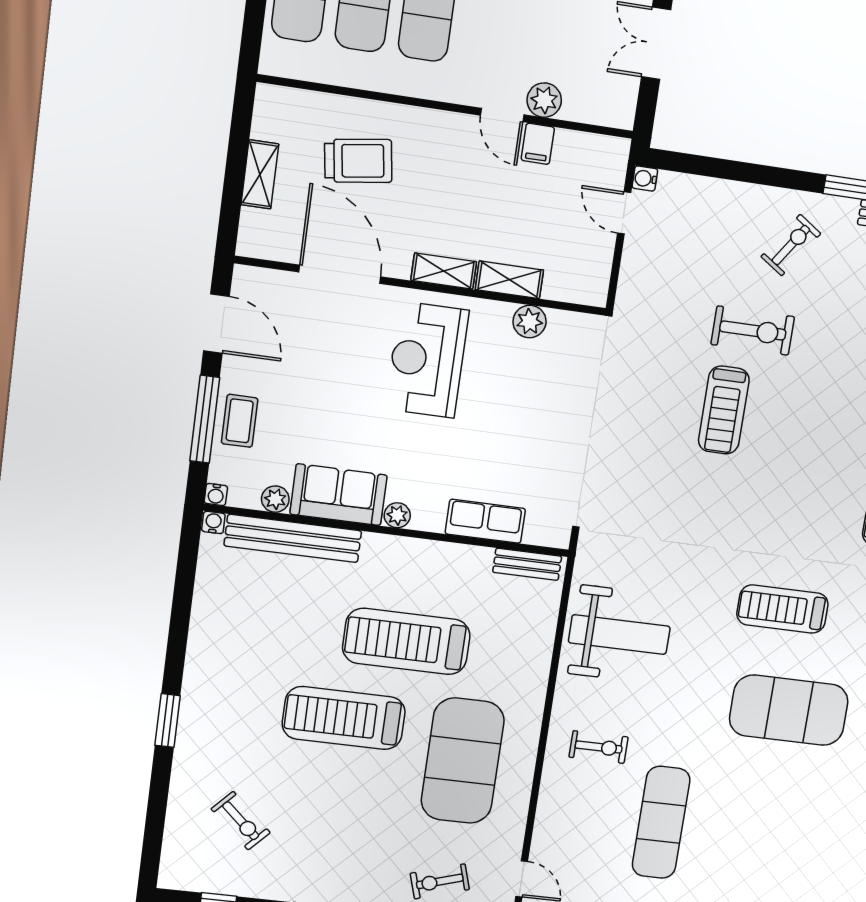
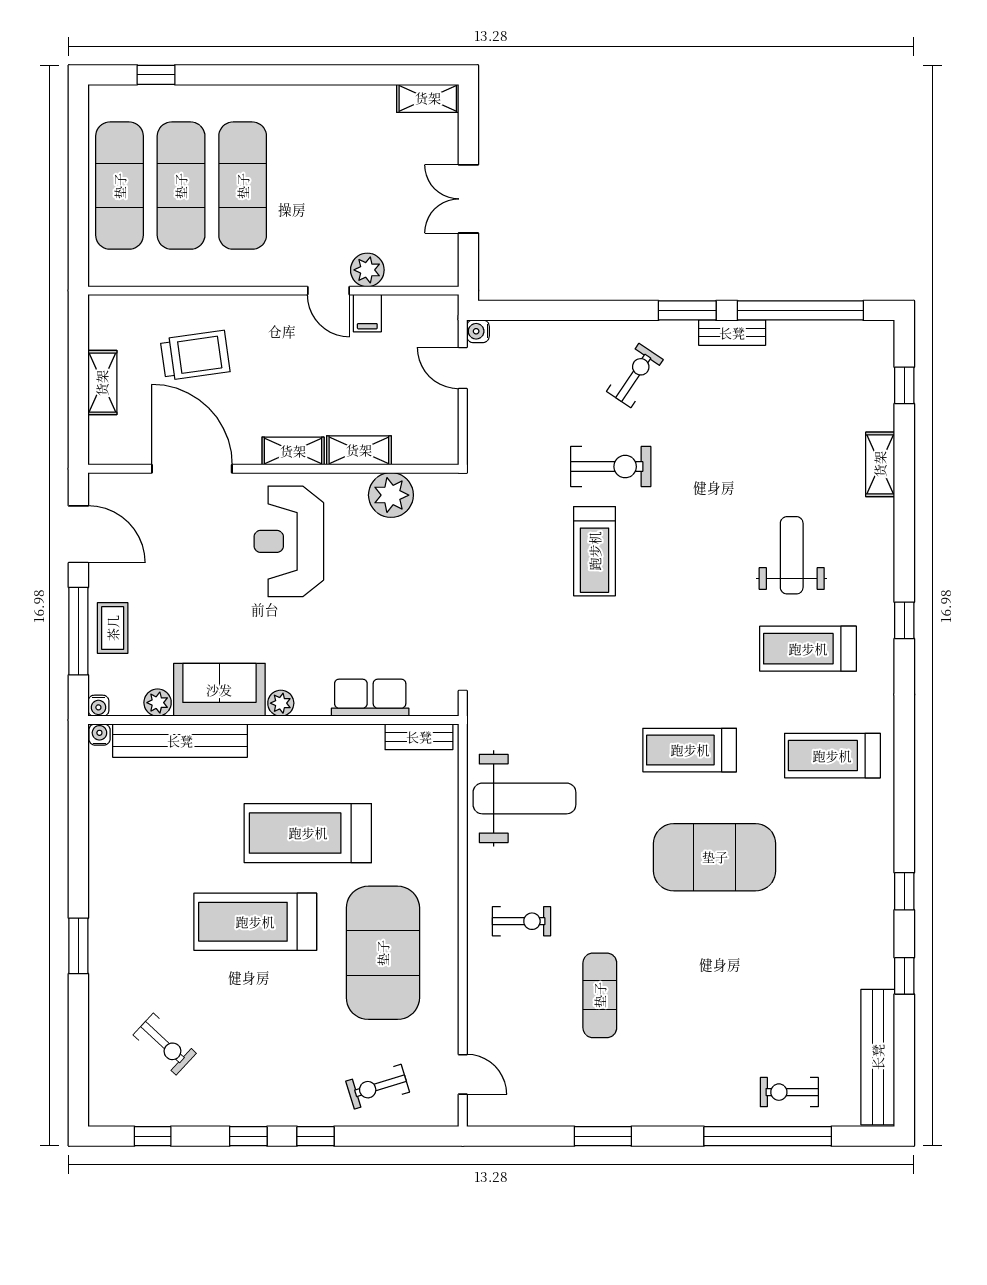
plant: (530, 322) -> (391, 495), width x1.36, depth x1.36
exercise mat: (661, 822) -> (600, 995), width x0.73, depth x0.69

